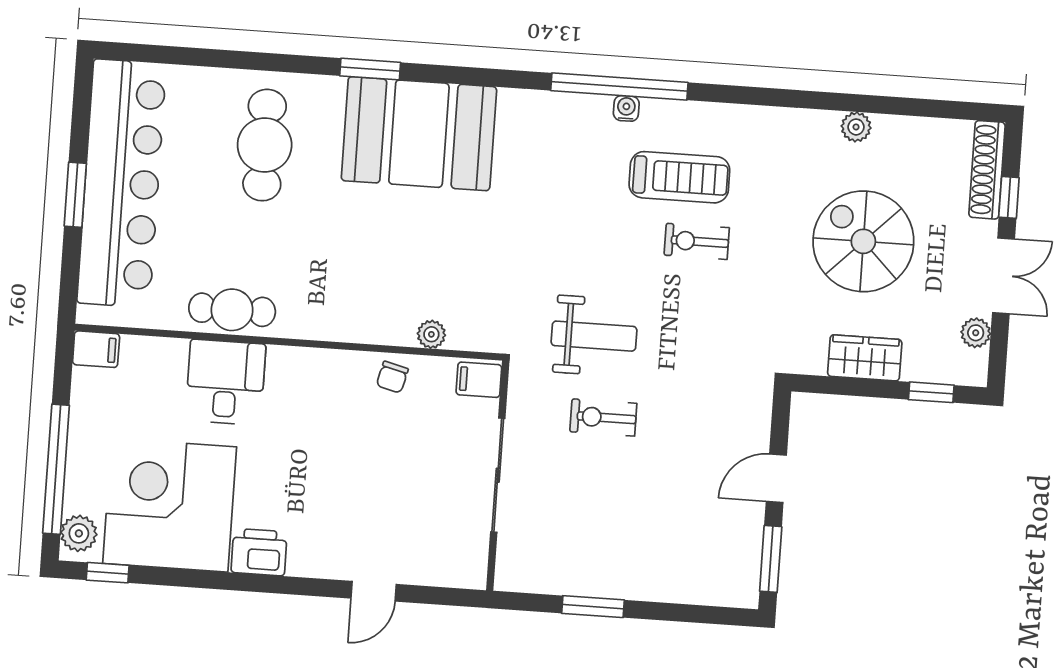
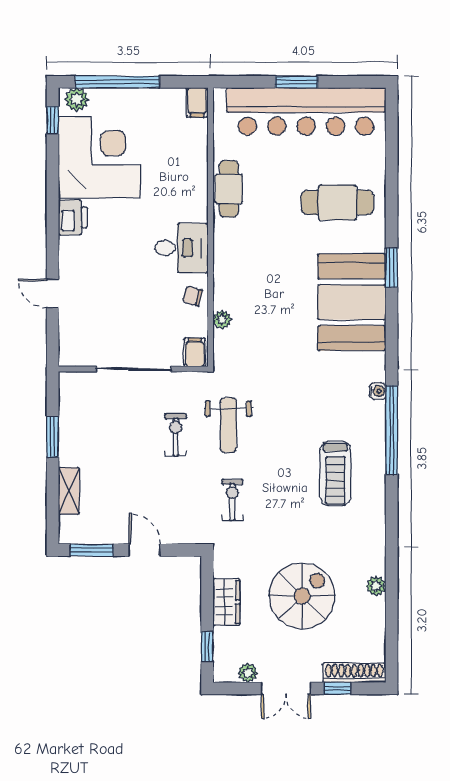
water cooler: (626, 108) -> (378, 391), moved
exercise bike: (697, 241) -> (232, 500), moved
desk: (225, 382) -> (182, 248), moved
shelving: (677, 587) -> (69, 491), added

